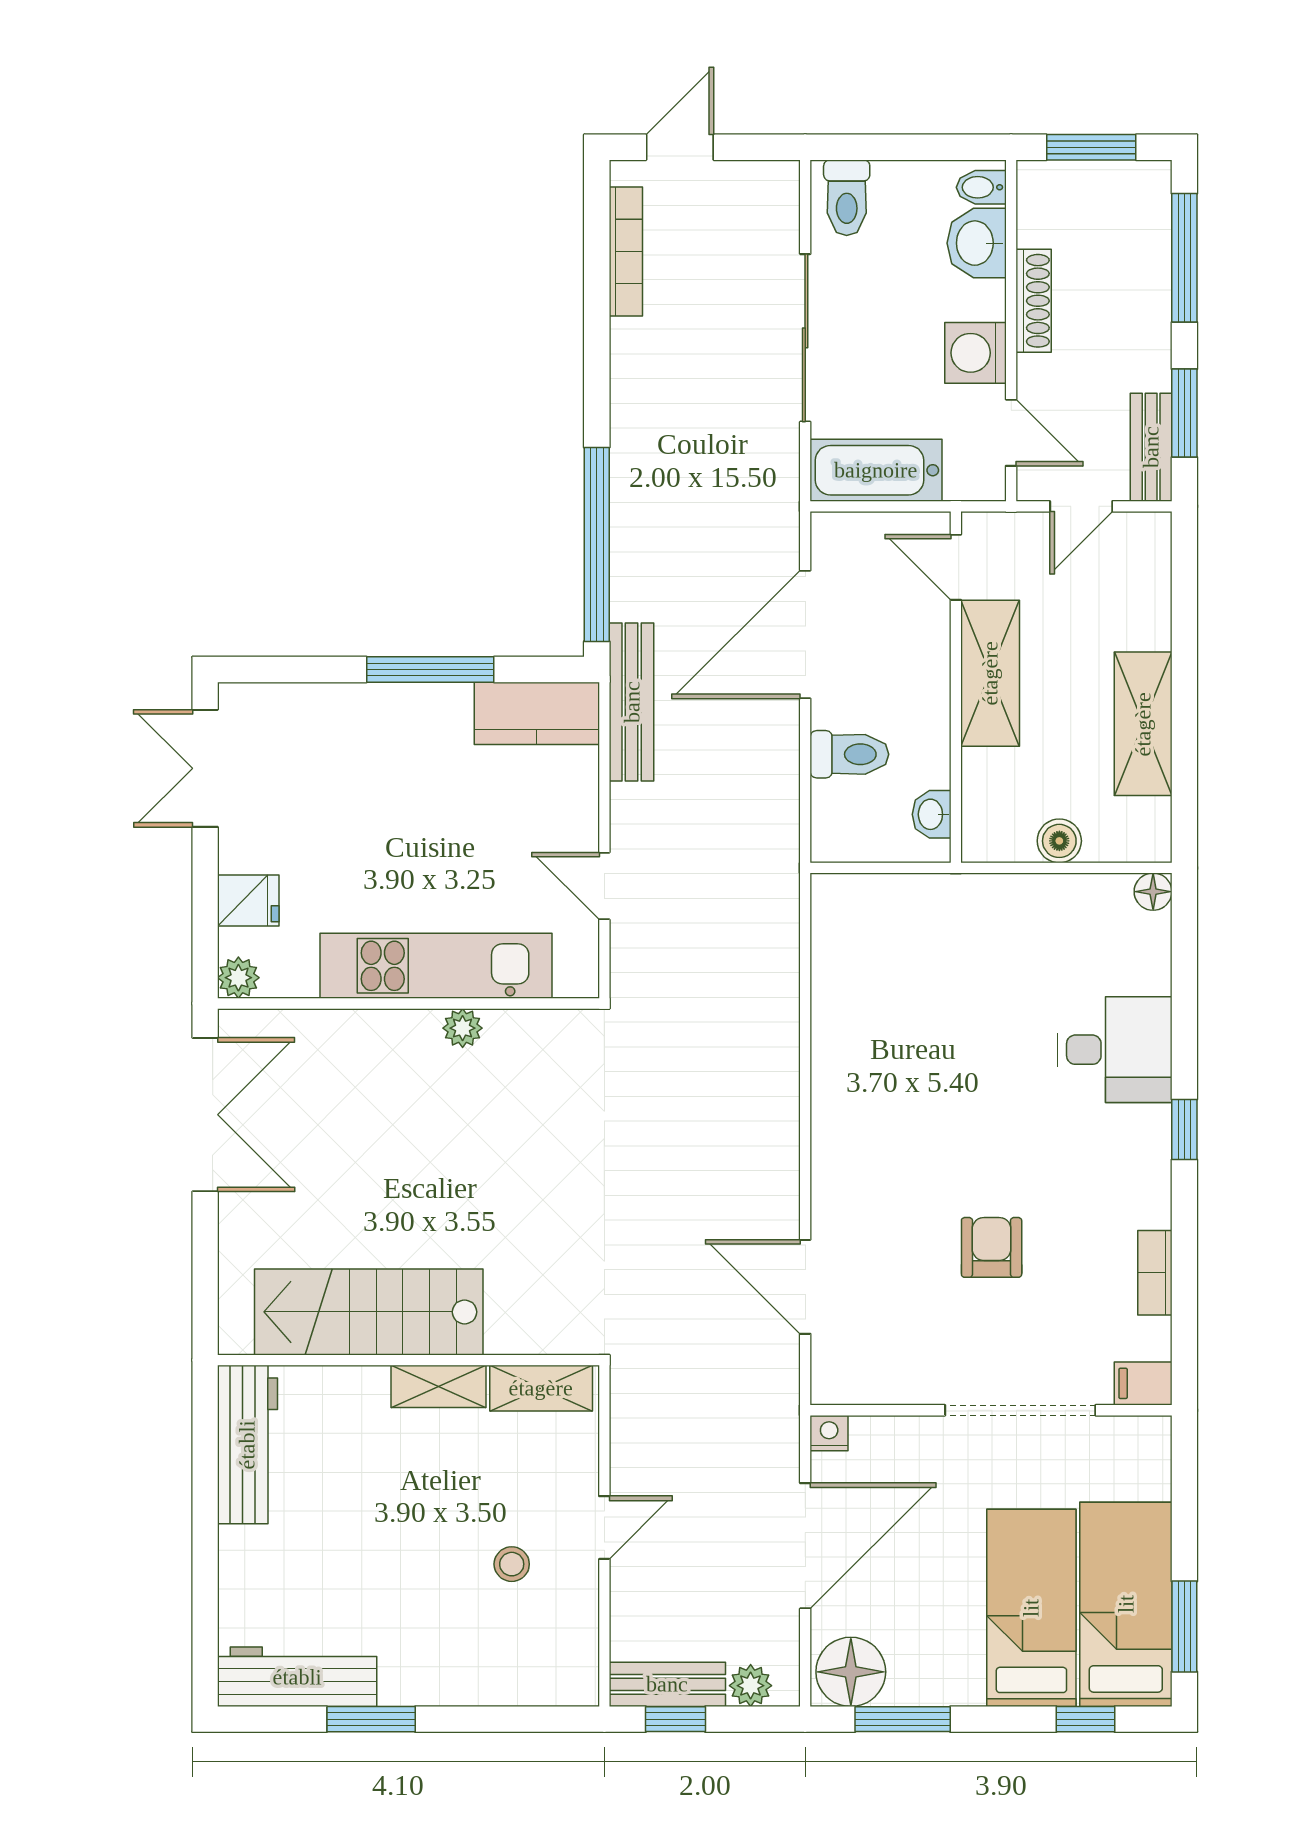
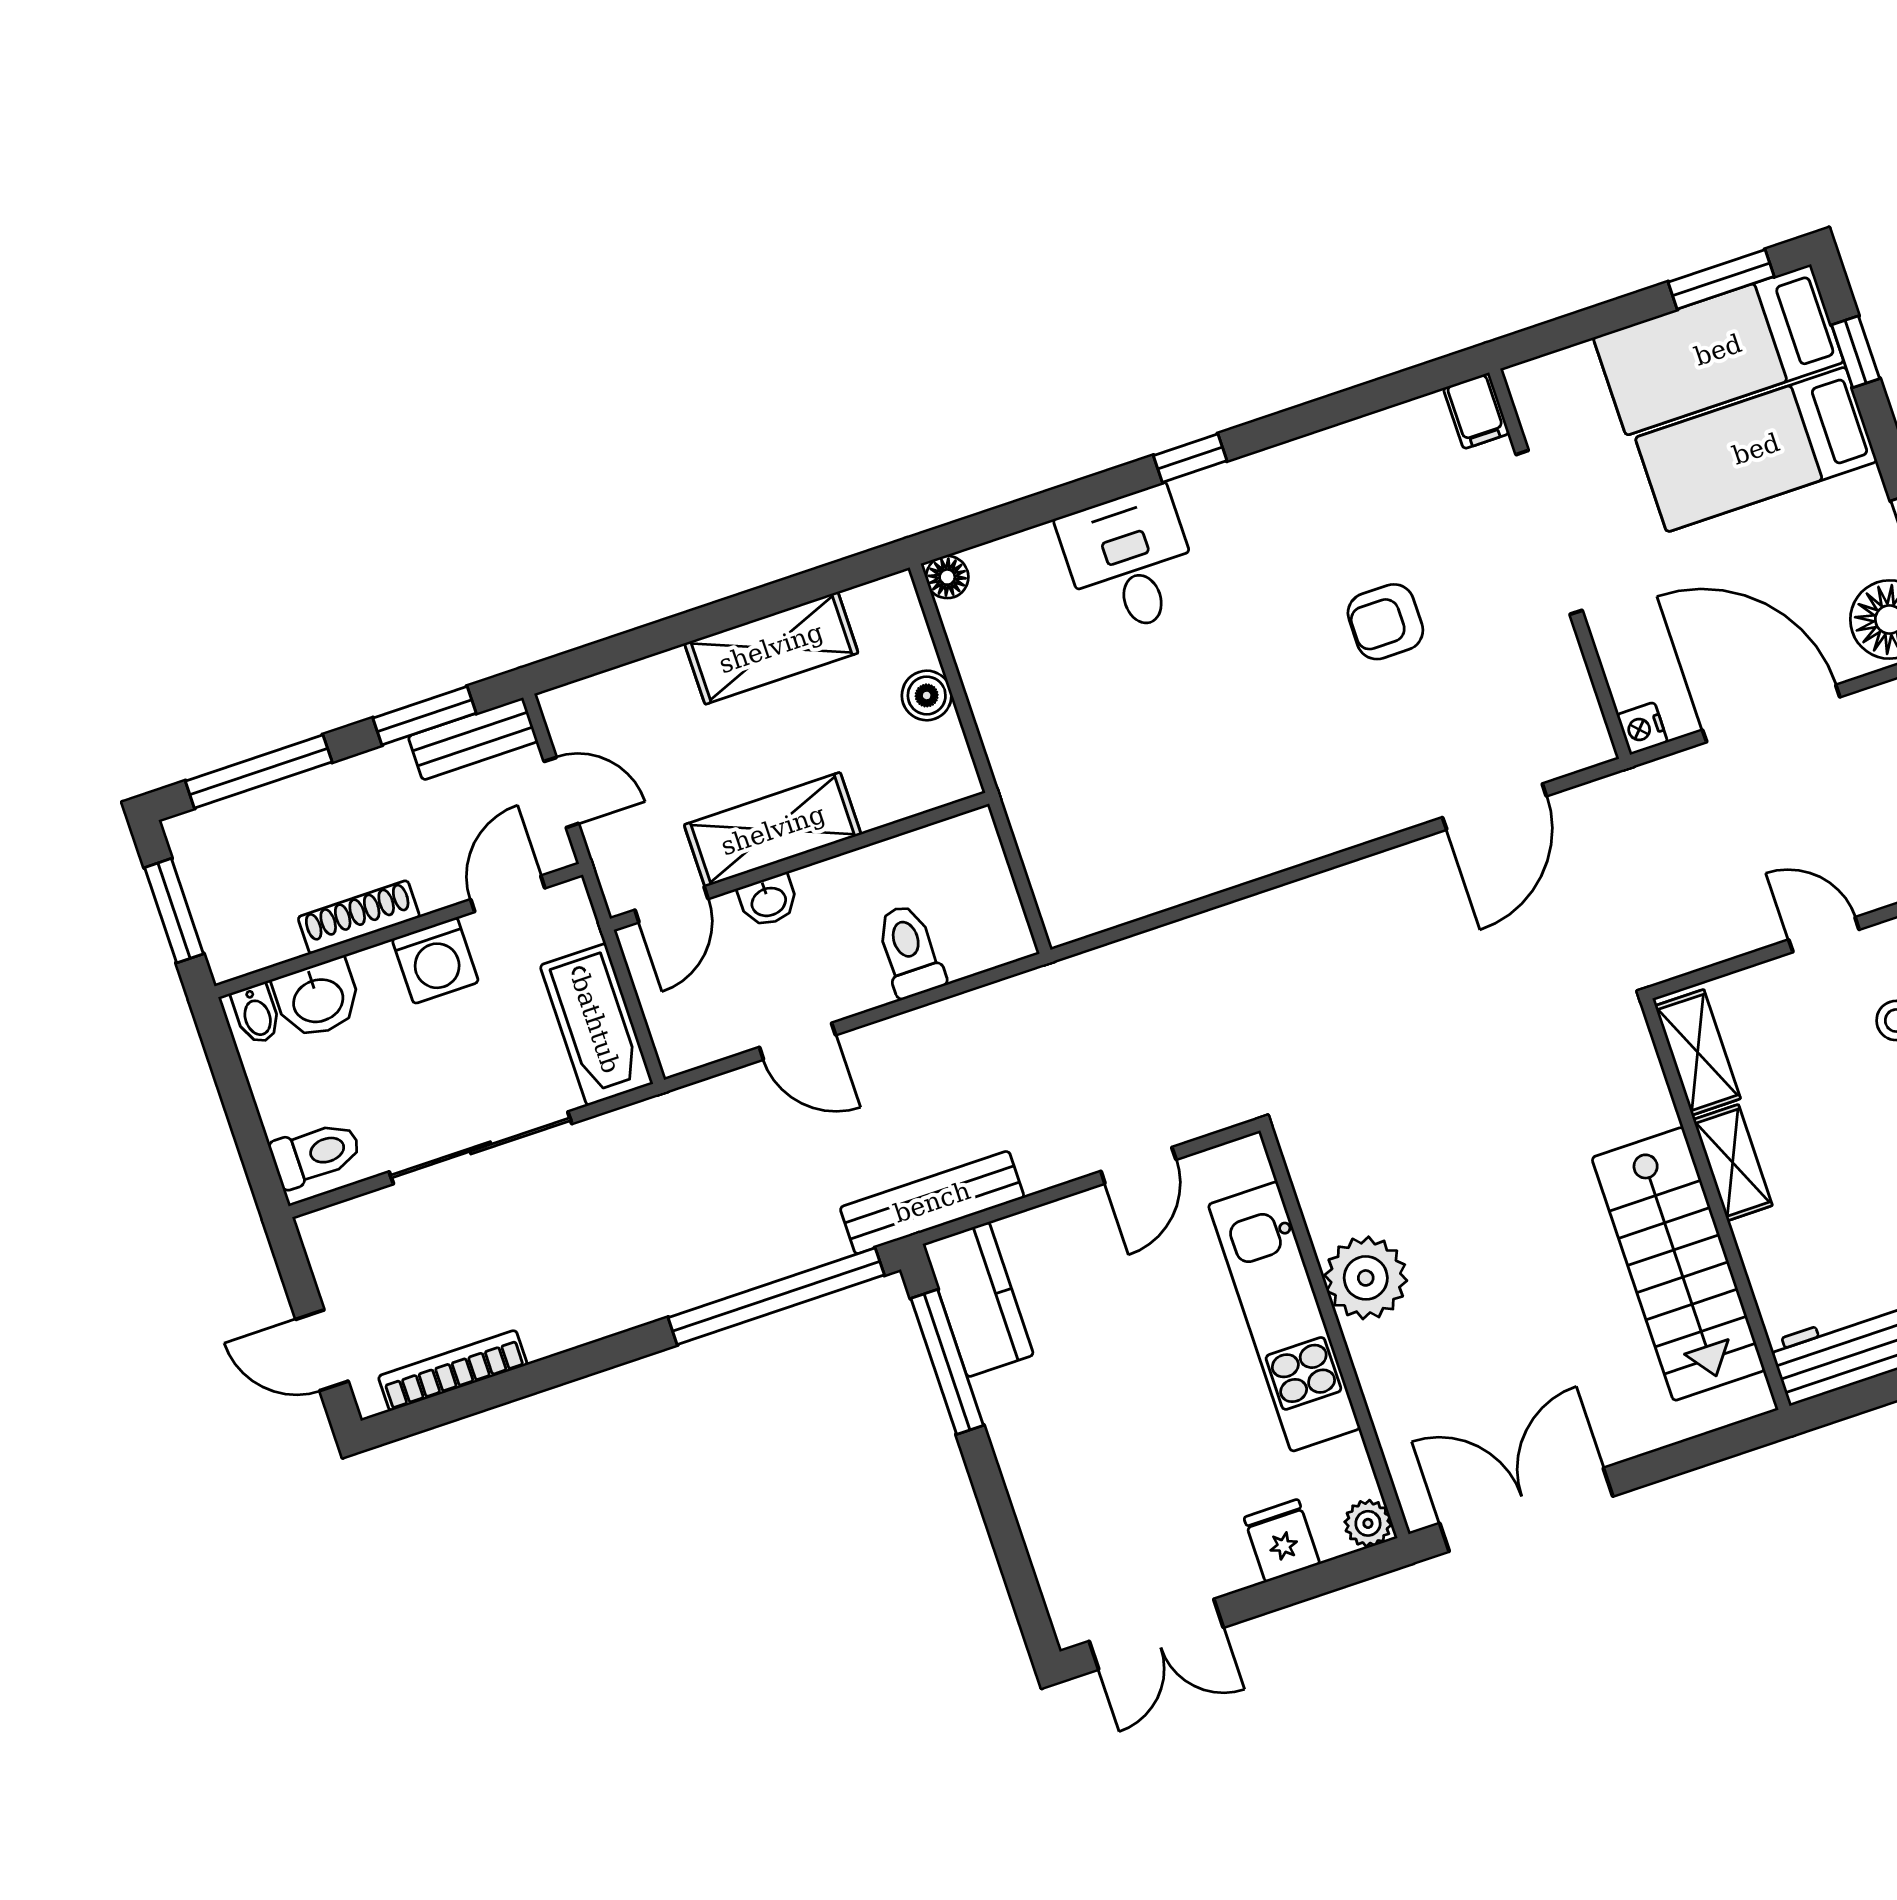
door: (805, 634) -> (797, 1041), width x0.53
window: (430, 670) -> (947, 1362), moved
washbasin: (932, 814) -> (768, 901), moved
plant: (463, 1028) -> (1366, 1278), width x1.88, depth x1.88
bookcase: (1155, 1273) -> (1354, 438), removed

